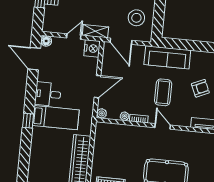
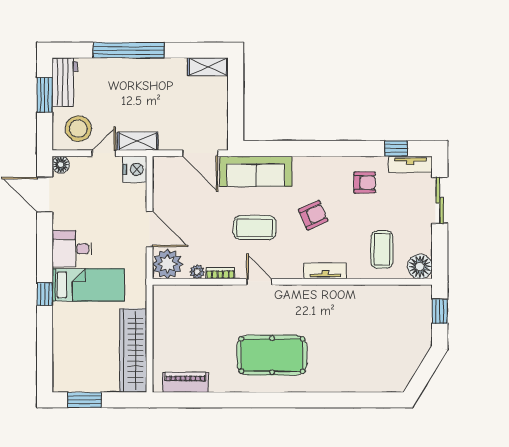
stool: (136, 18) -> (78, 129), moved
door: (121, 41) -> (200, 153), moved
door: (97, 87) -> (150, 229), hinge flipped
coffee table: (163, 92) -> (255, 228), turned 90
plant: (102, 113) -> (167, 264), width x1.87, depth x1.87

